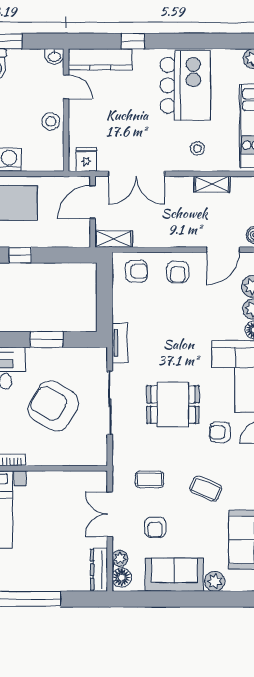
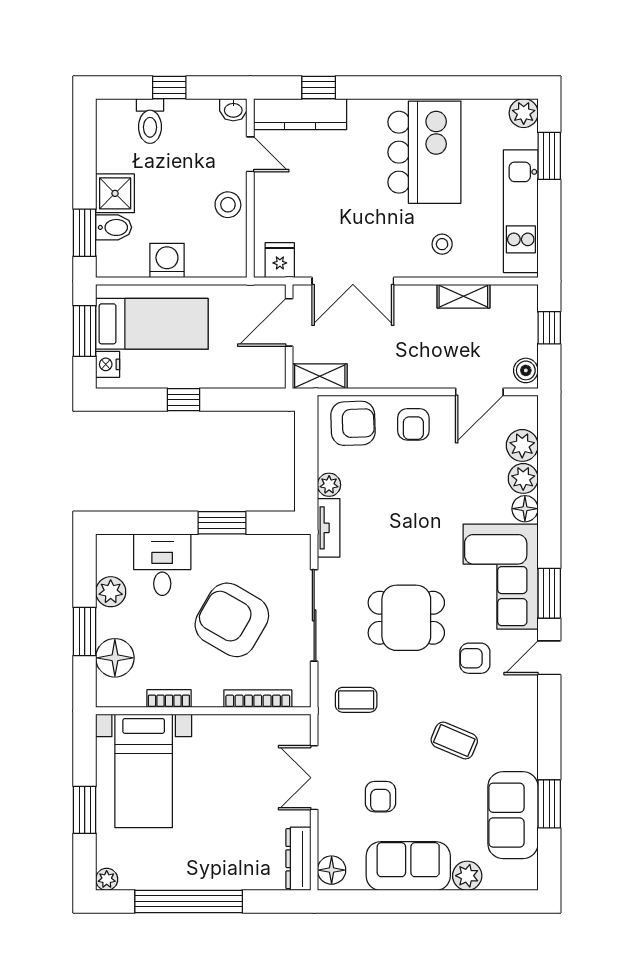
window: (133, 41) -> (319, 88), moved
armchair: (136, 271) -> (353, 423), width x1.38, depth x1.38
bookcase: (71, 460) -> (258, 699), added
coffee table: (150, 479) -> (356, 700), moved
plant: (120, 558) -> (329, 485), moved

